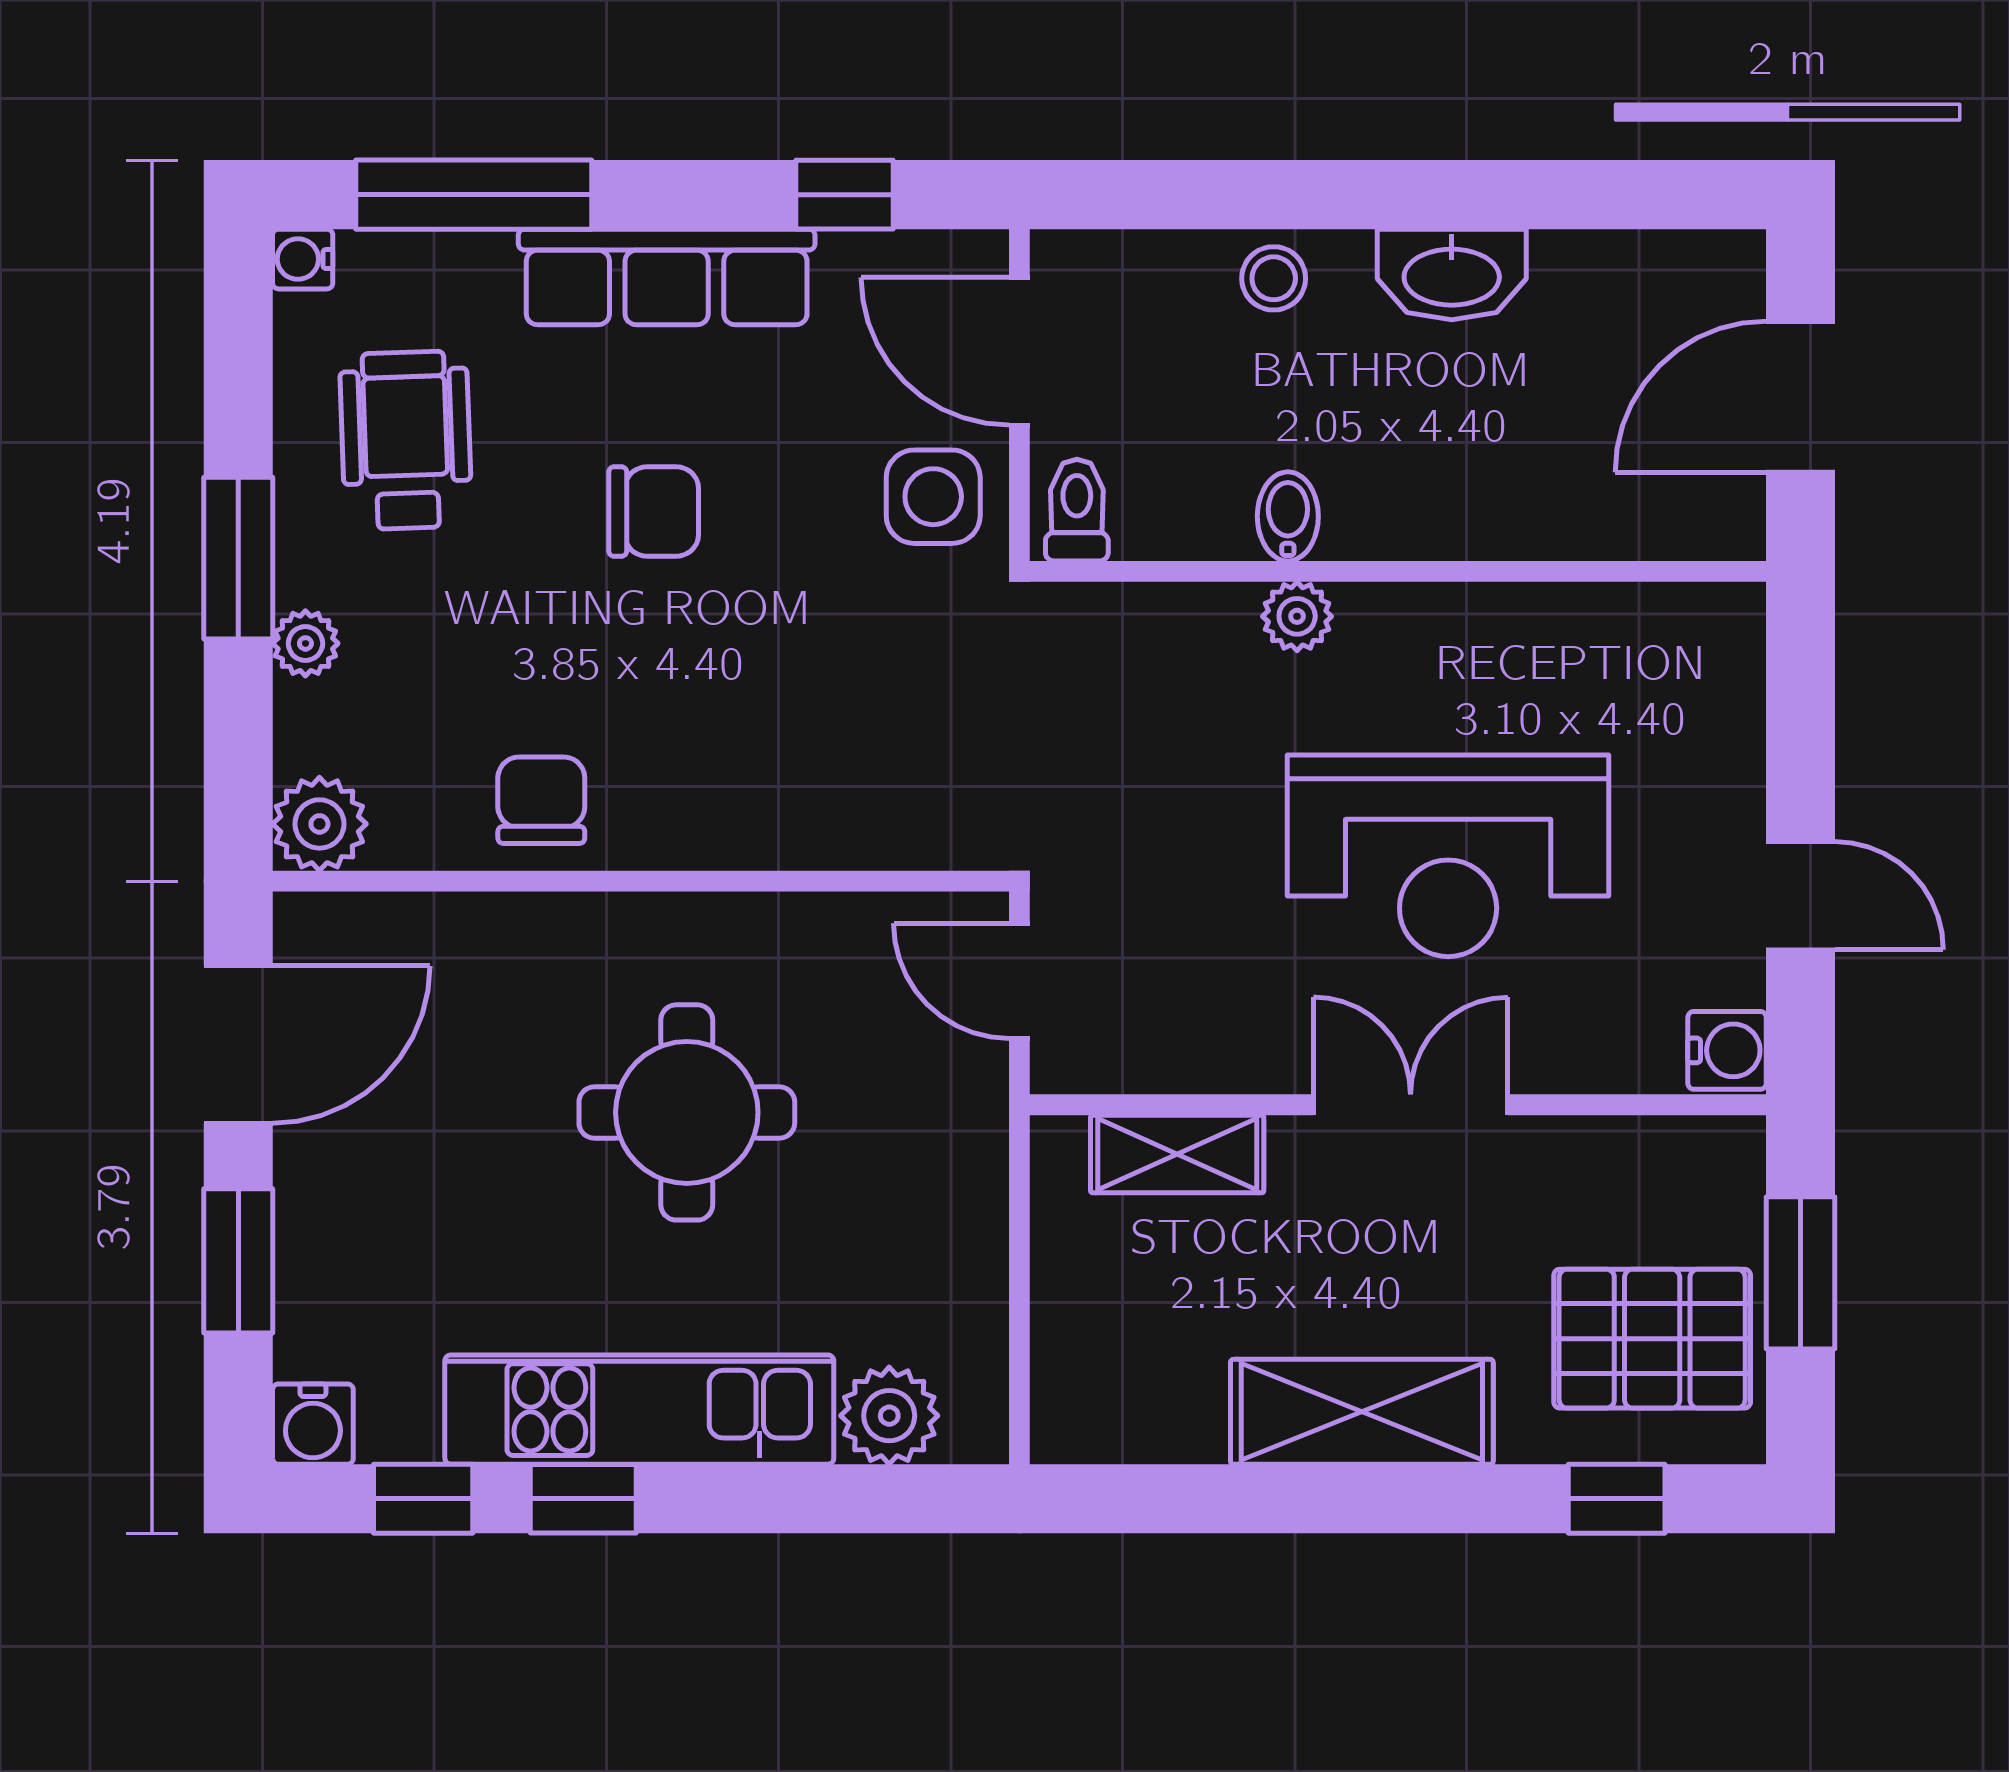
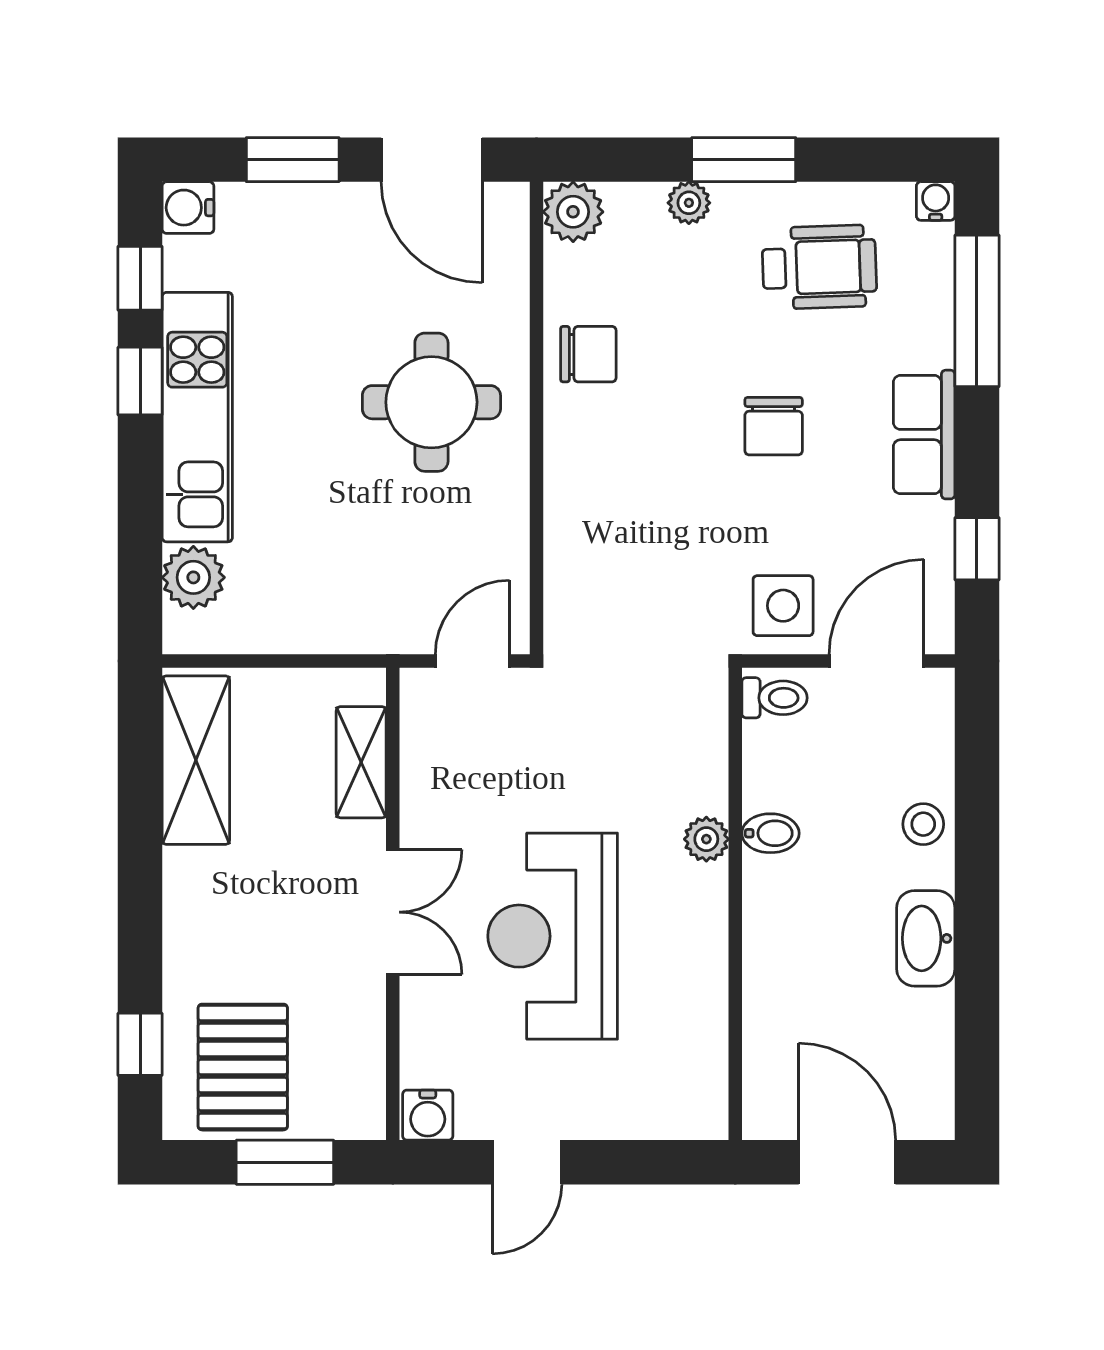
row of seats: (667, 277) -> (924, 435), width x0.68
round table: (687, 1112) -> (431, 402), moved
shelving: (1362, 1412) -> (196, 760), moved

